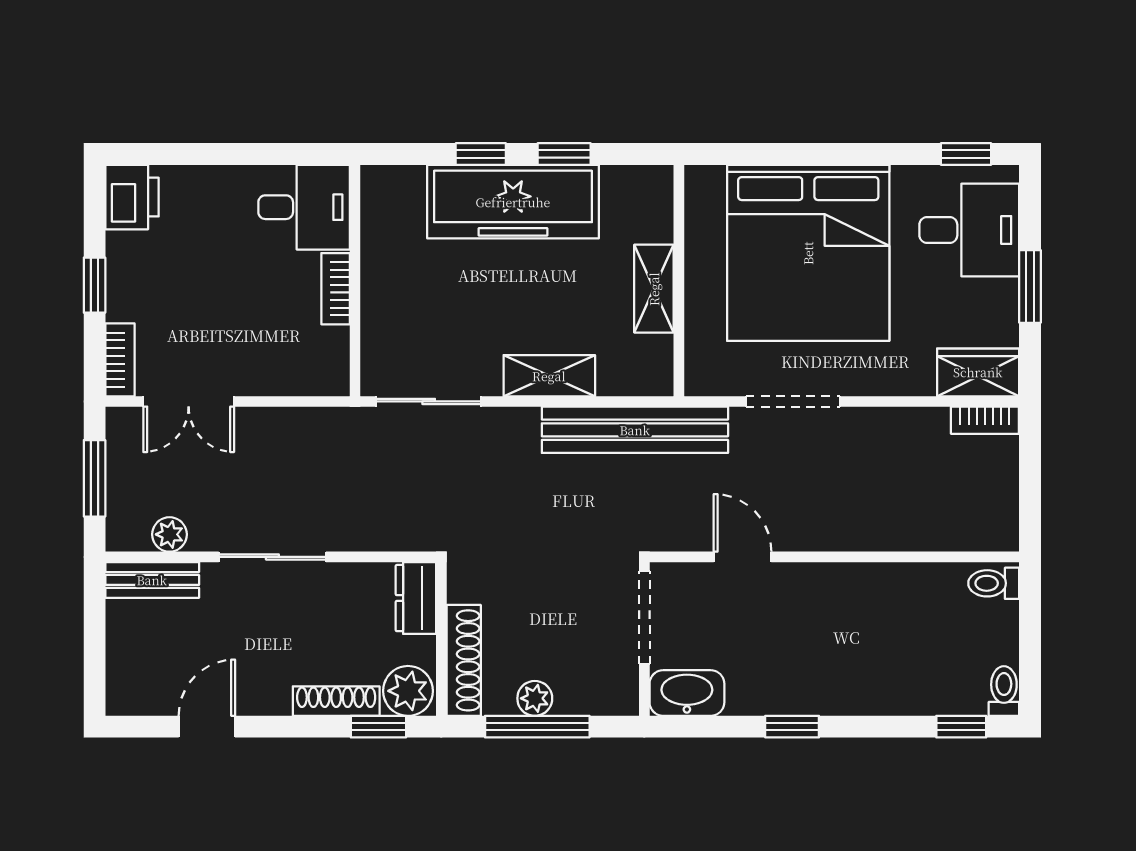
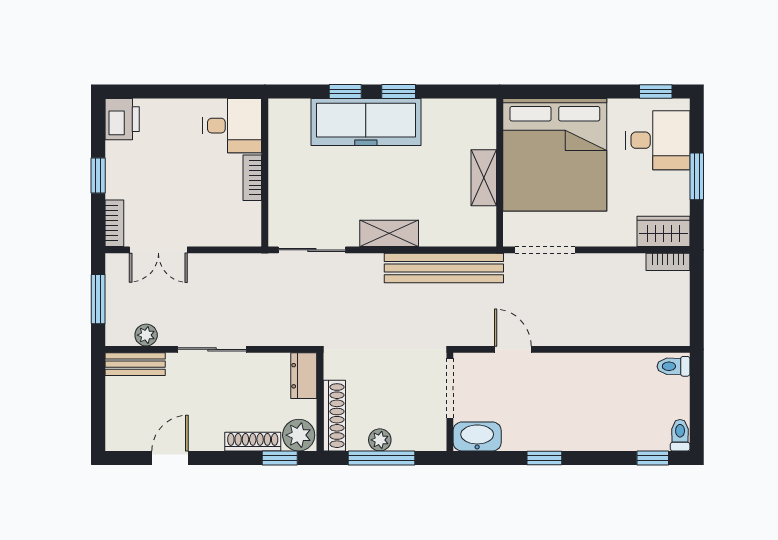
wall: (679, 281) -> (500, 173), moved
shelving: (654, 289) -> (484, 178), moved

